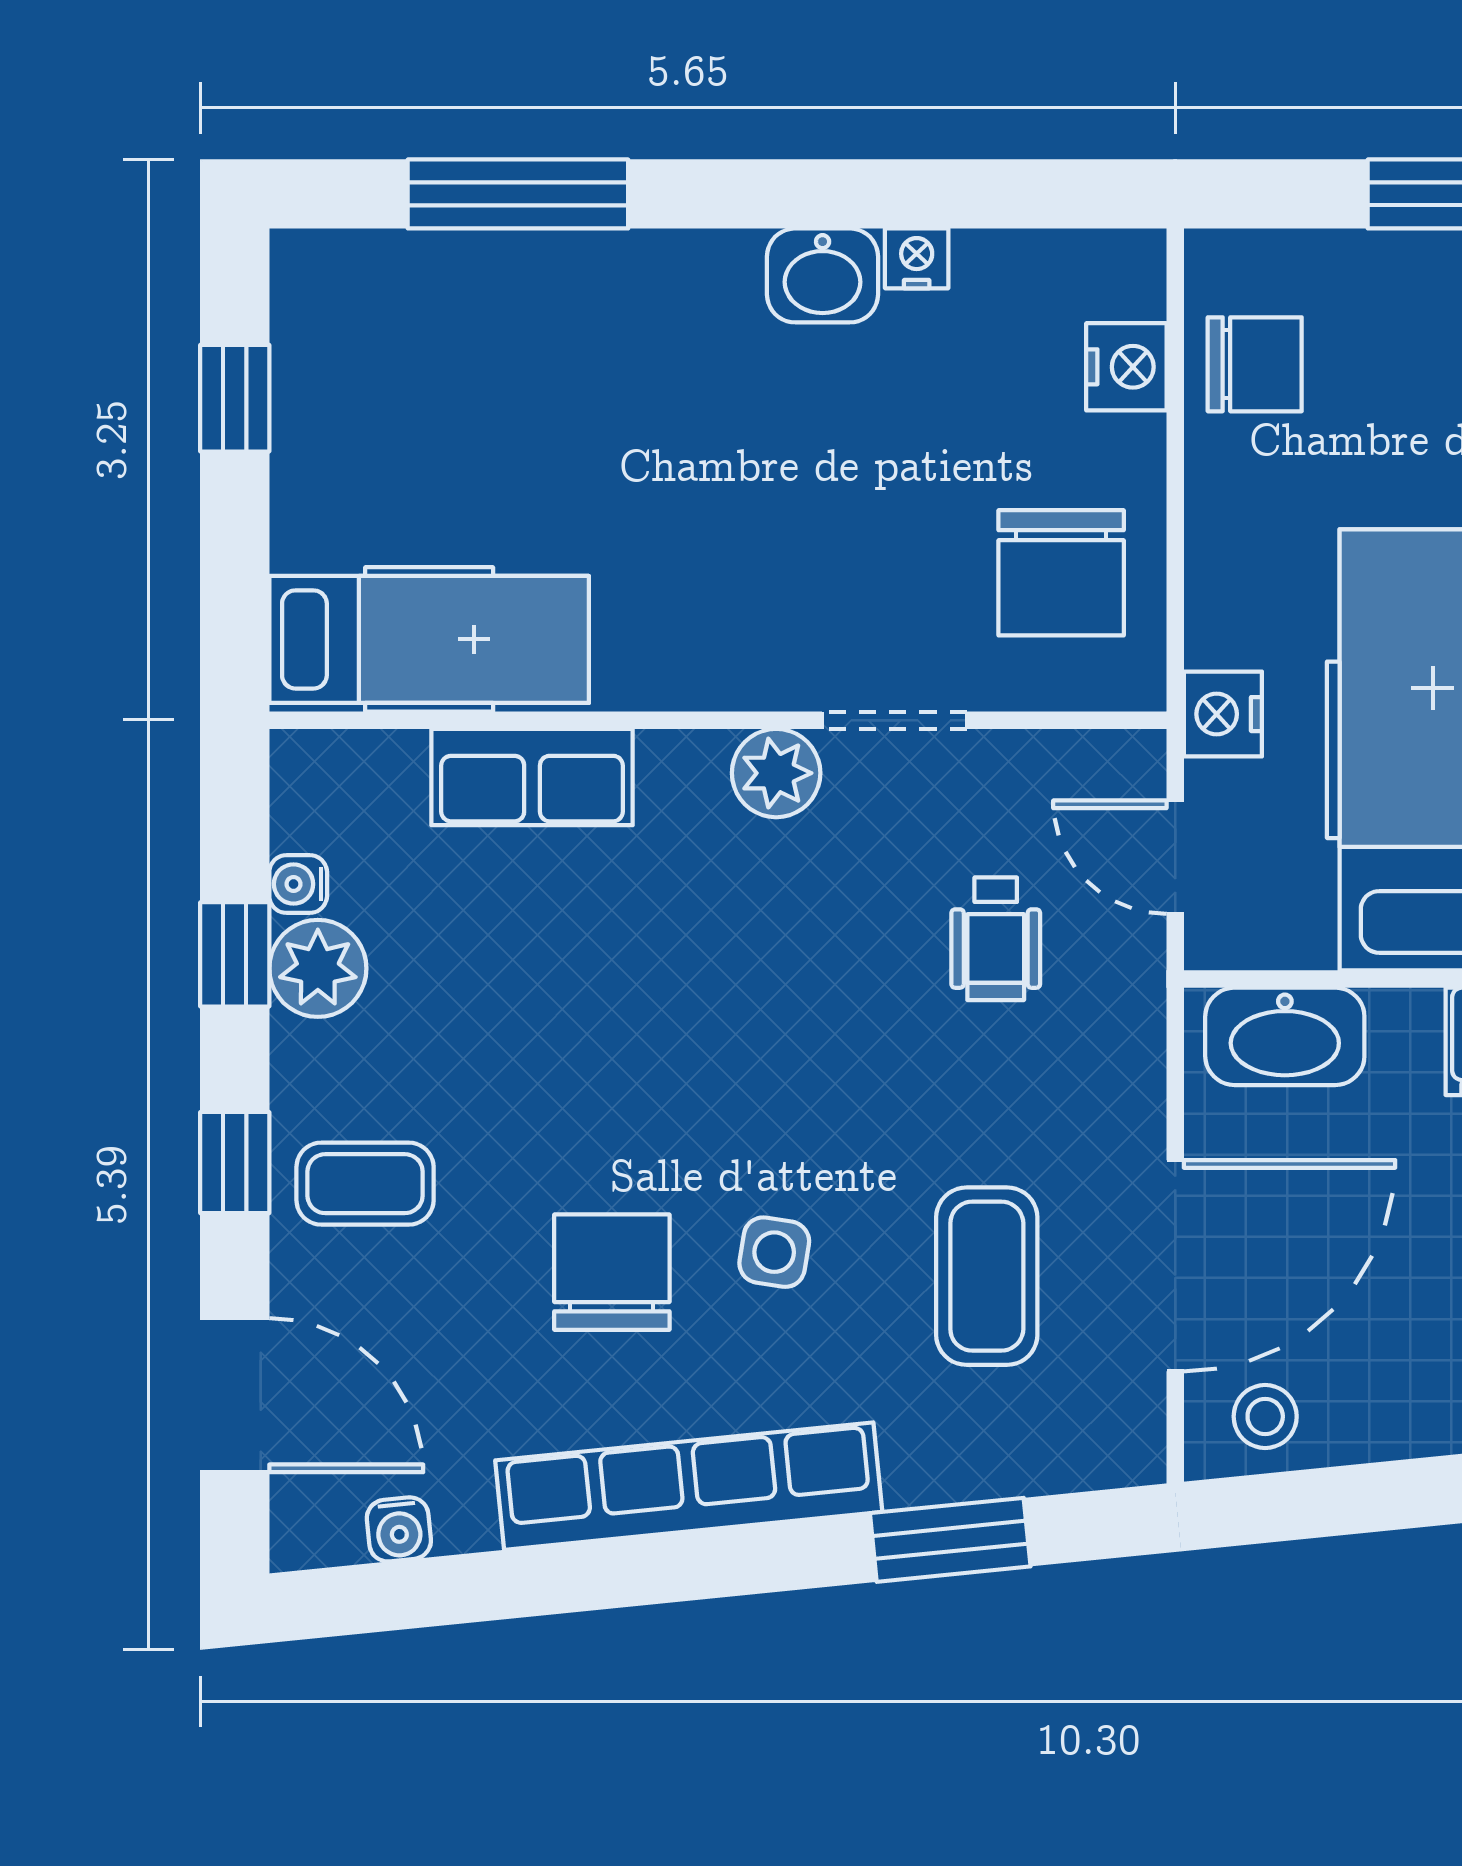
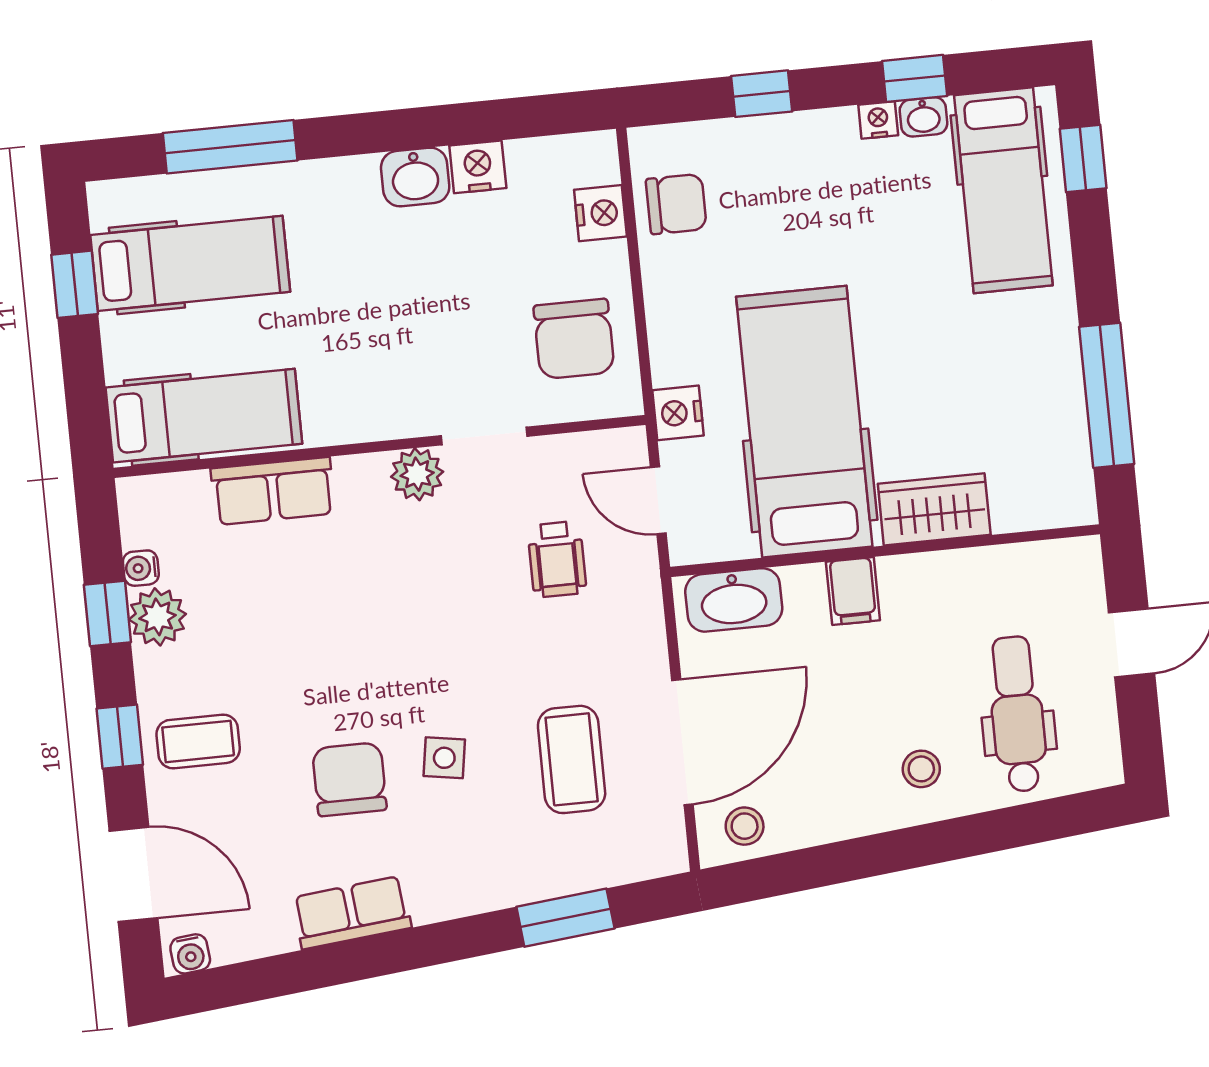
nightstand: (917, 258) -> (478, 167), width x1.39, depth x1.35
hospital bed: (432, 382) -> (190, 263), added
row of seats: (689, 1486) -> (352, 913), width x0.50
water cooler: (399, 1529) -> (190, 954), moved

